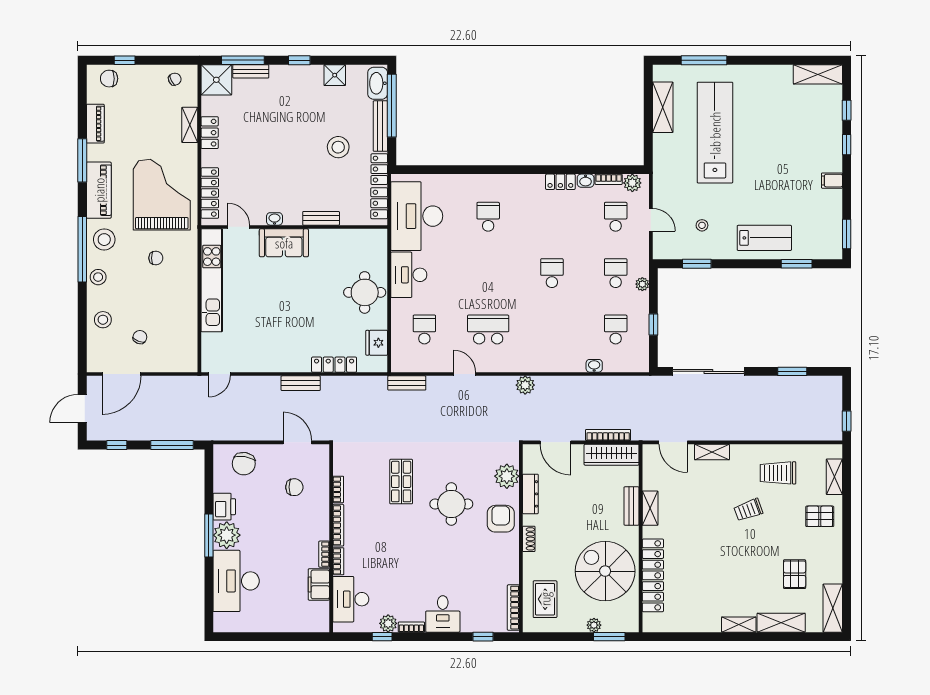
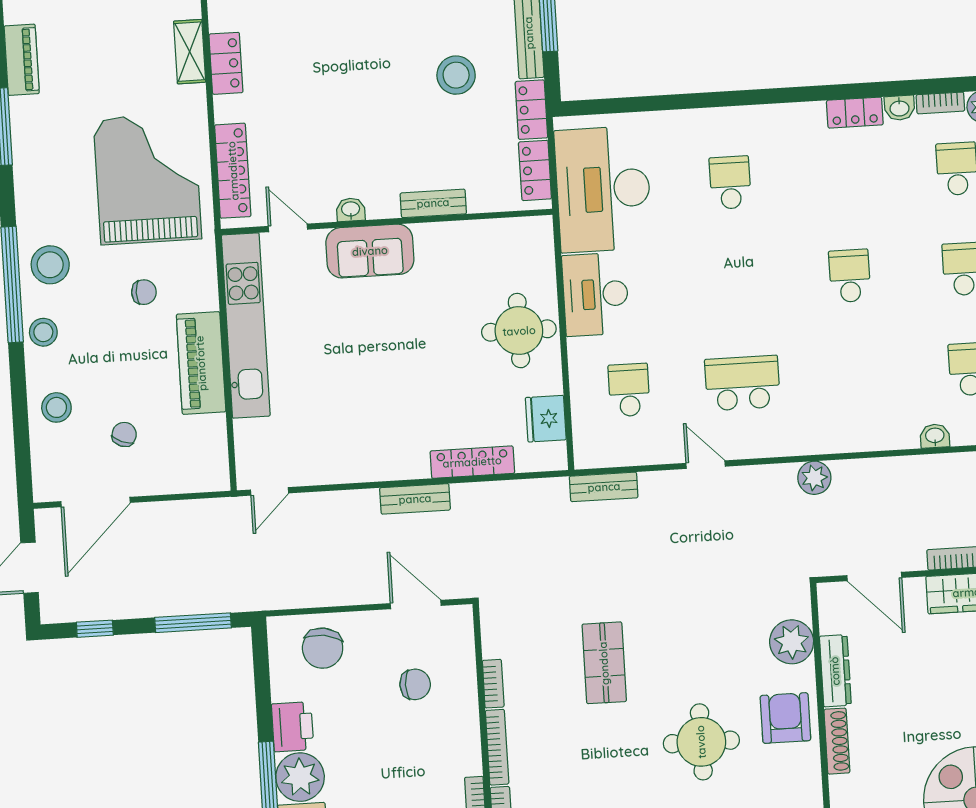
piano: (99, 190) -> (201, 363), moved, turned 180
round table: (451, 504) -> (701, 742), moved
shoe rack: (529, 539) -> (837, 741), width x1.43

